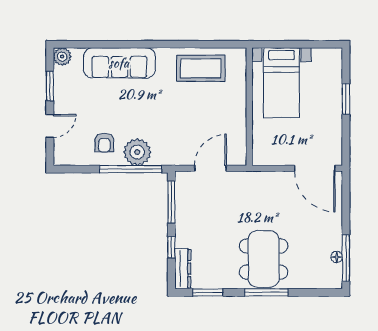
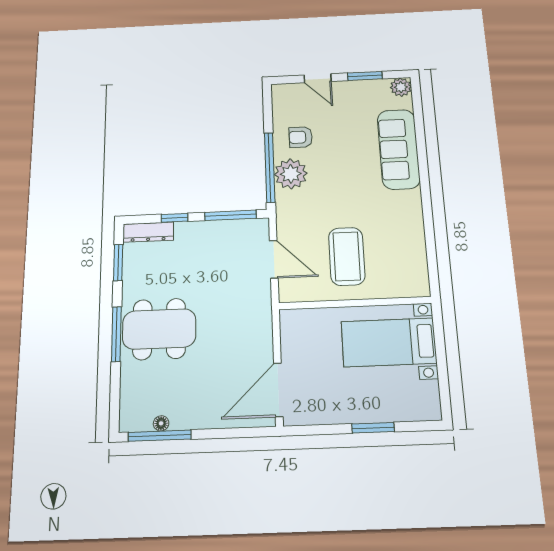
coffee table: (201, 68) -> (347, 256), moved

